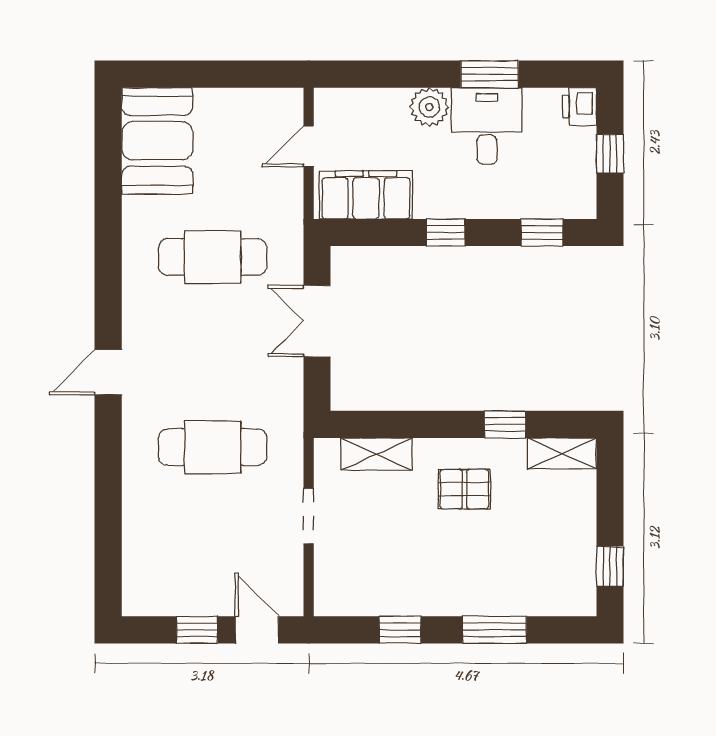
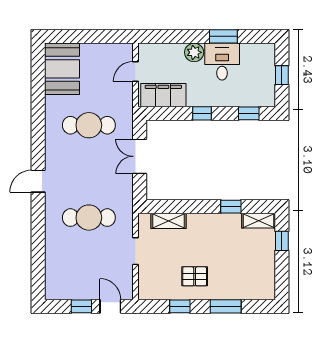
printer: (579, 106) -> (267, 52), removed
pallet: (464, 489) -> (195, 276), moved
window: (610, 566) -> (282, 241), moved

